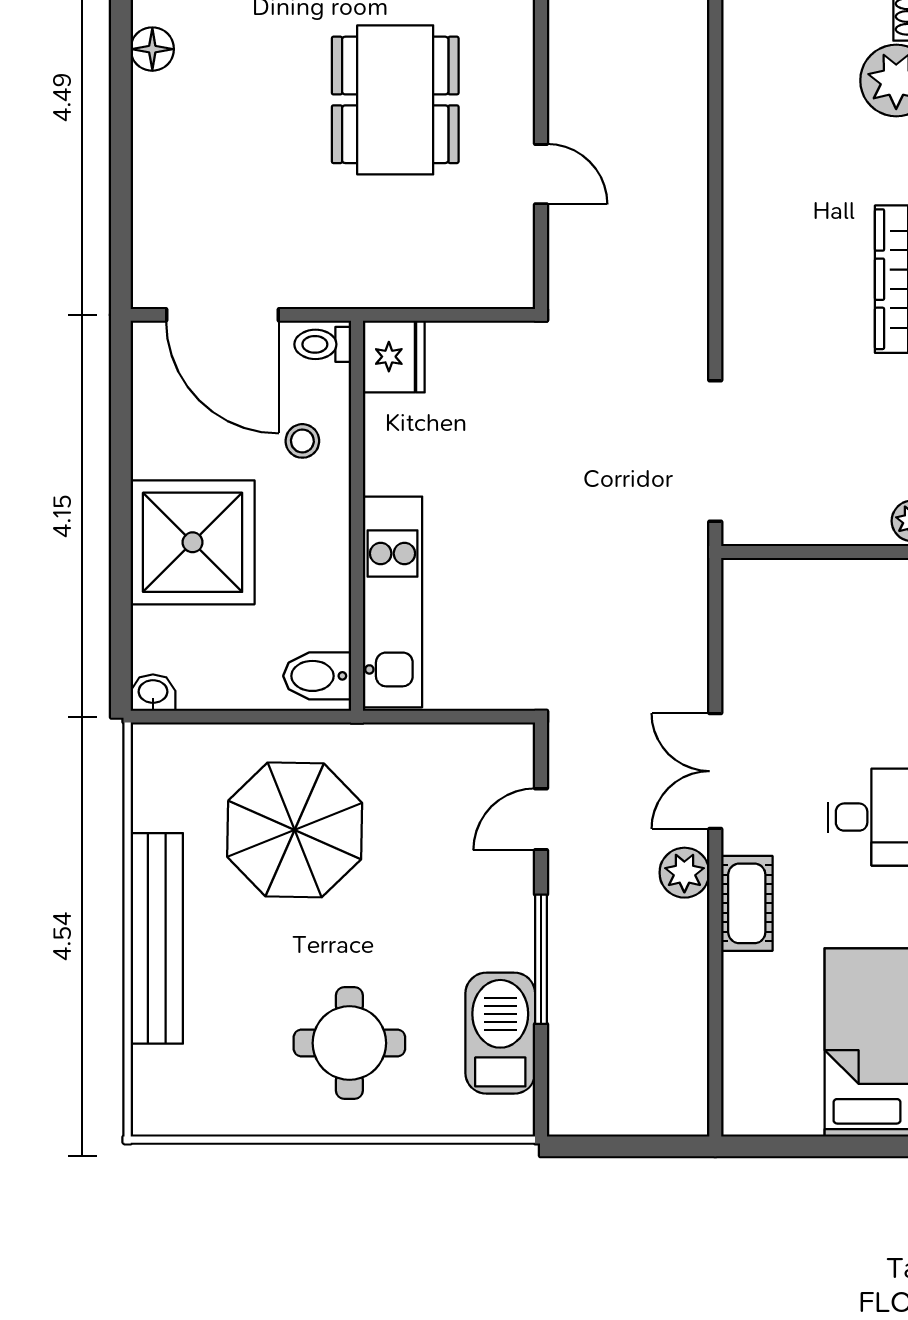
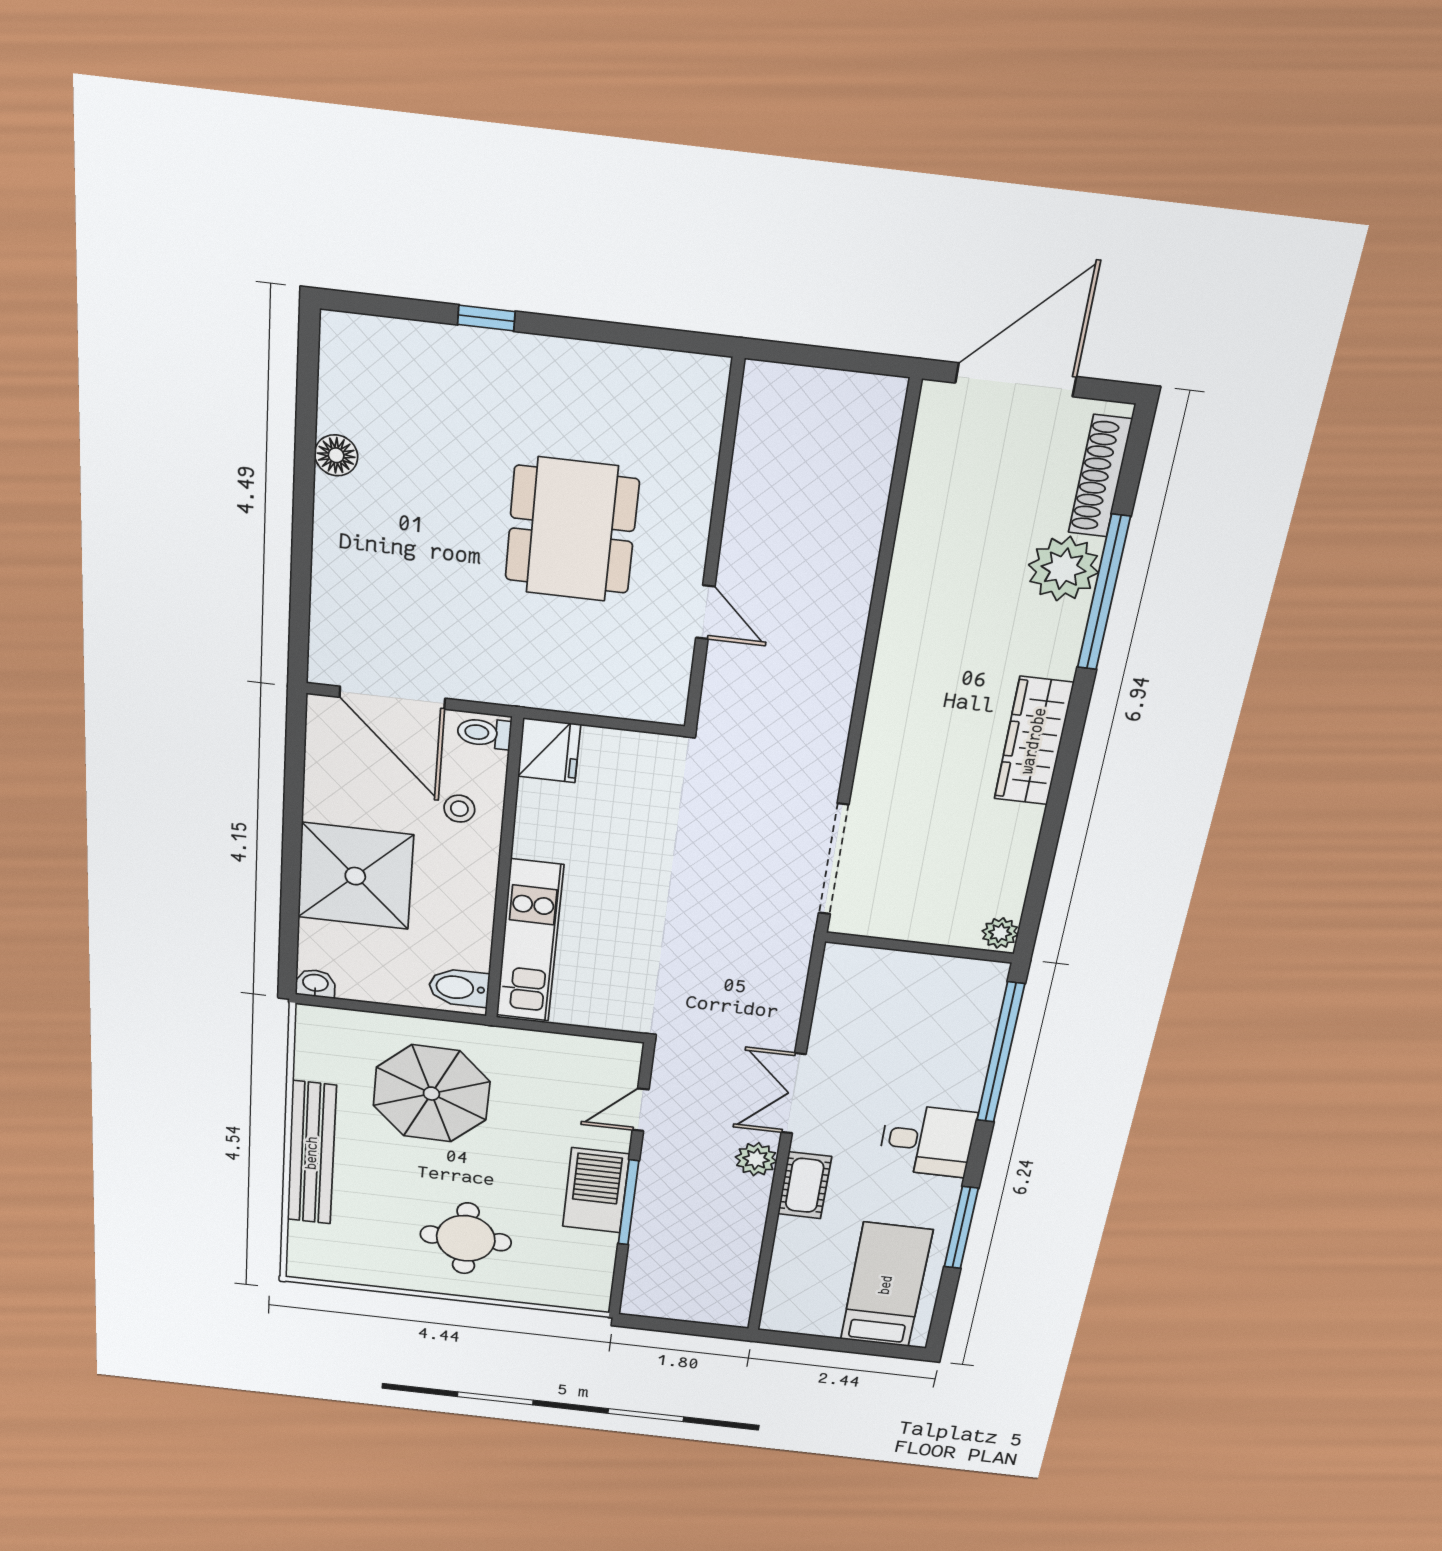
barbecue: (500, 1033) -> (596, 1190), moved

